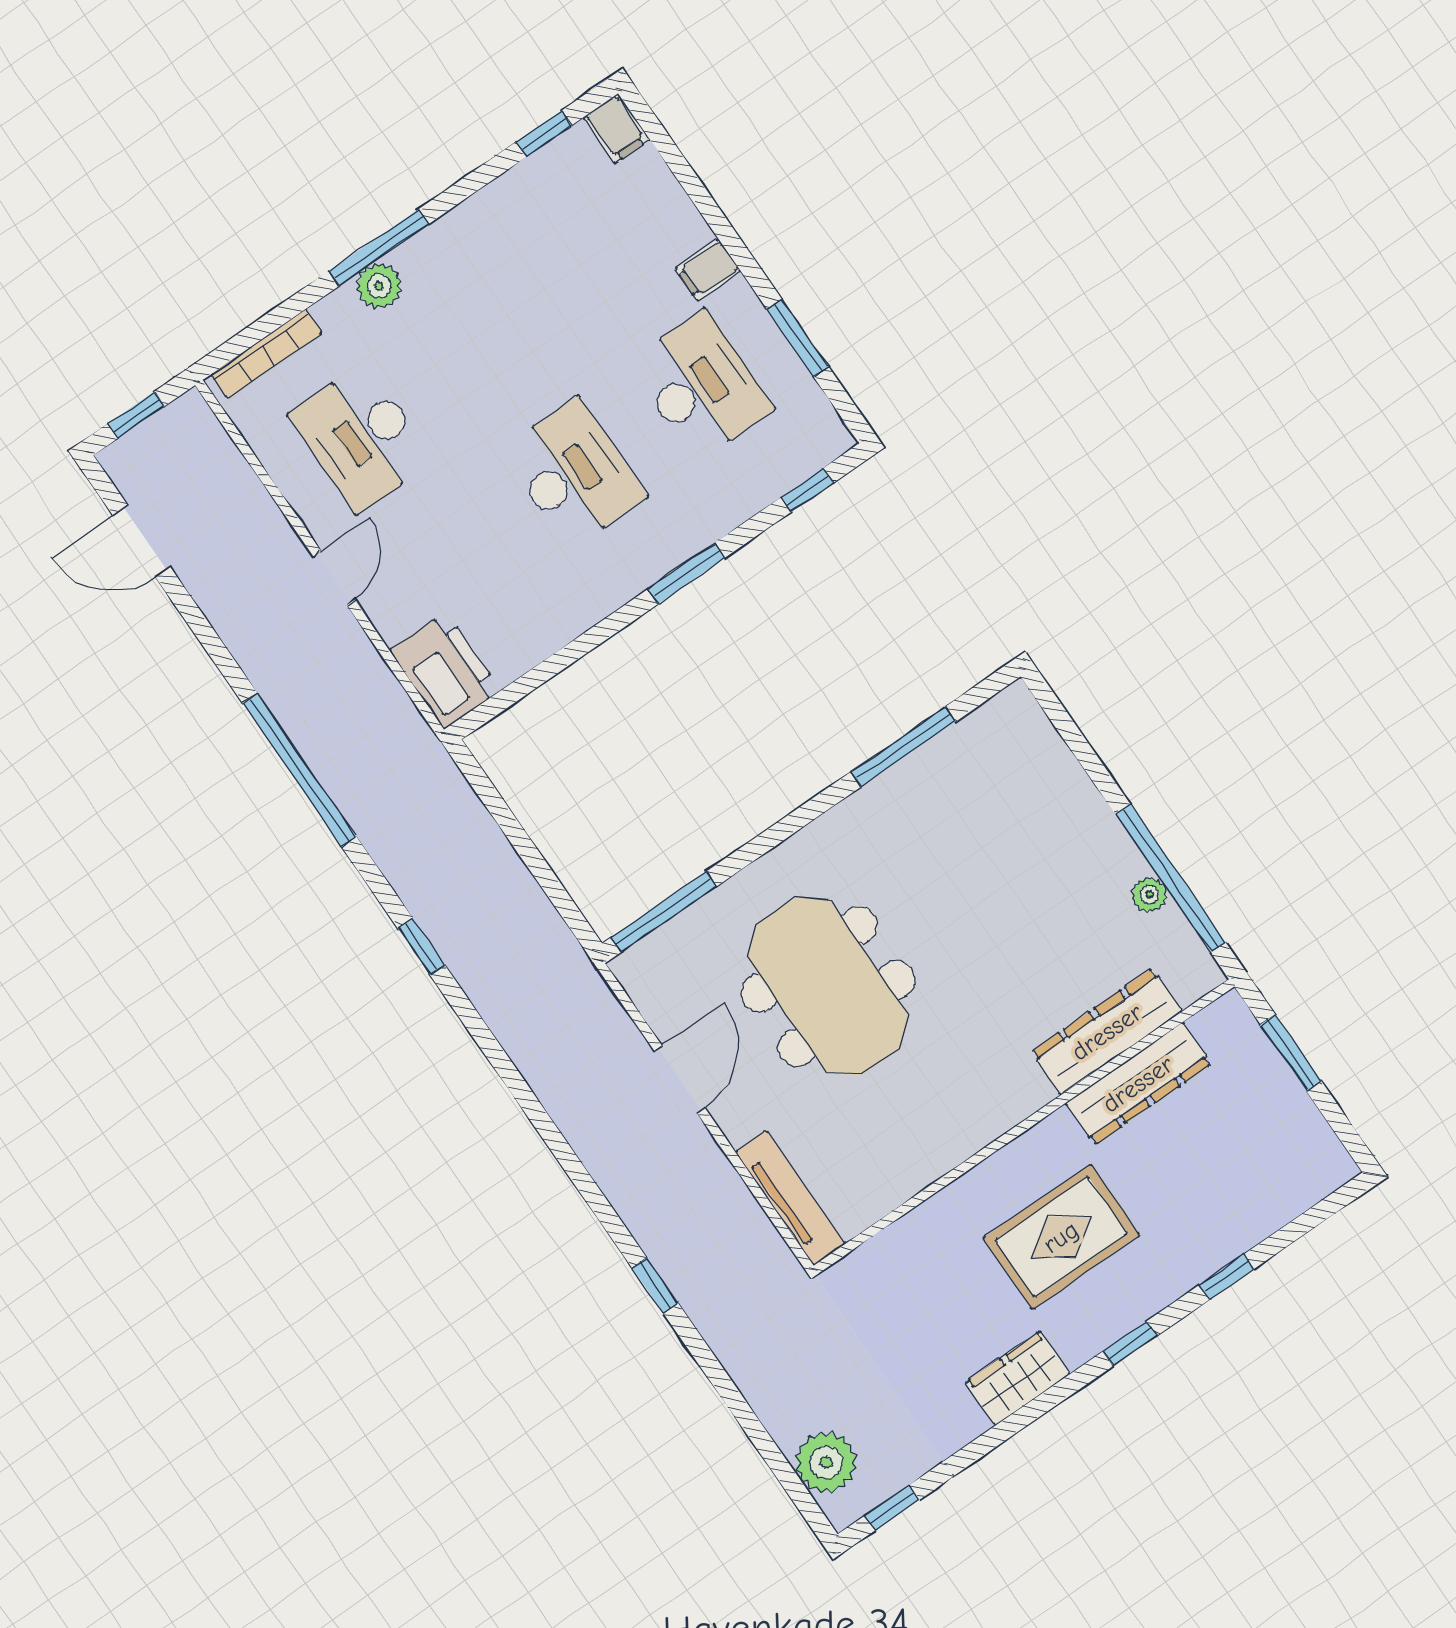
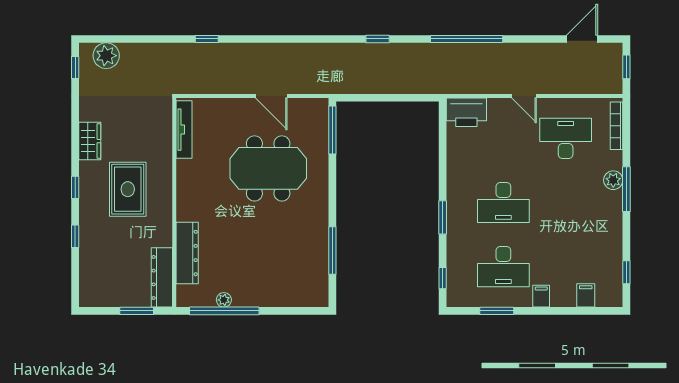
filing cabinet: (617, 129) -> (586, 295), moved, turned 90
dresser: (1138, 1084) -> (162, 277), moved
tv unit: (790, 1198) -> (184, 130), moved, turned -90

